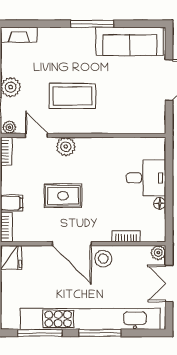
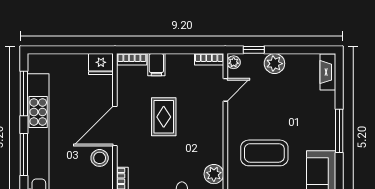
window: (92, 24) -> (339, 131), moved
coffee table: (72, 96) -> (264, 153), moved, turned 90
plant: (66, 147) -> (214, 174), moved

